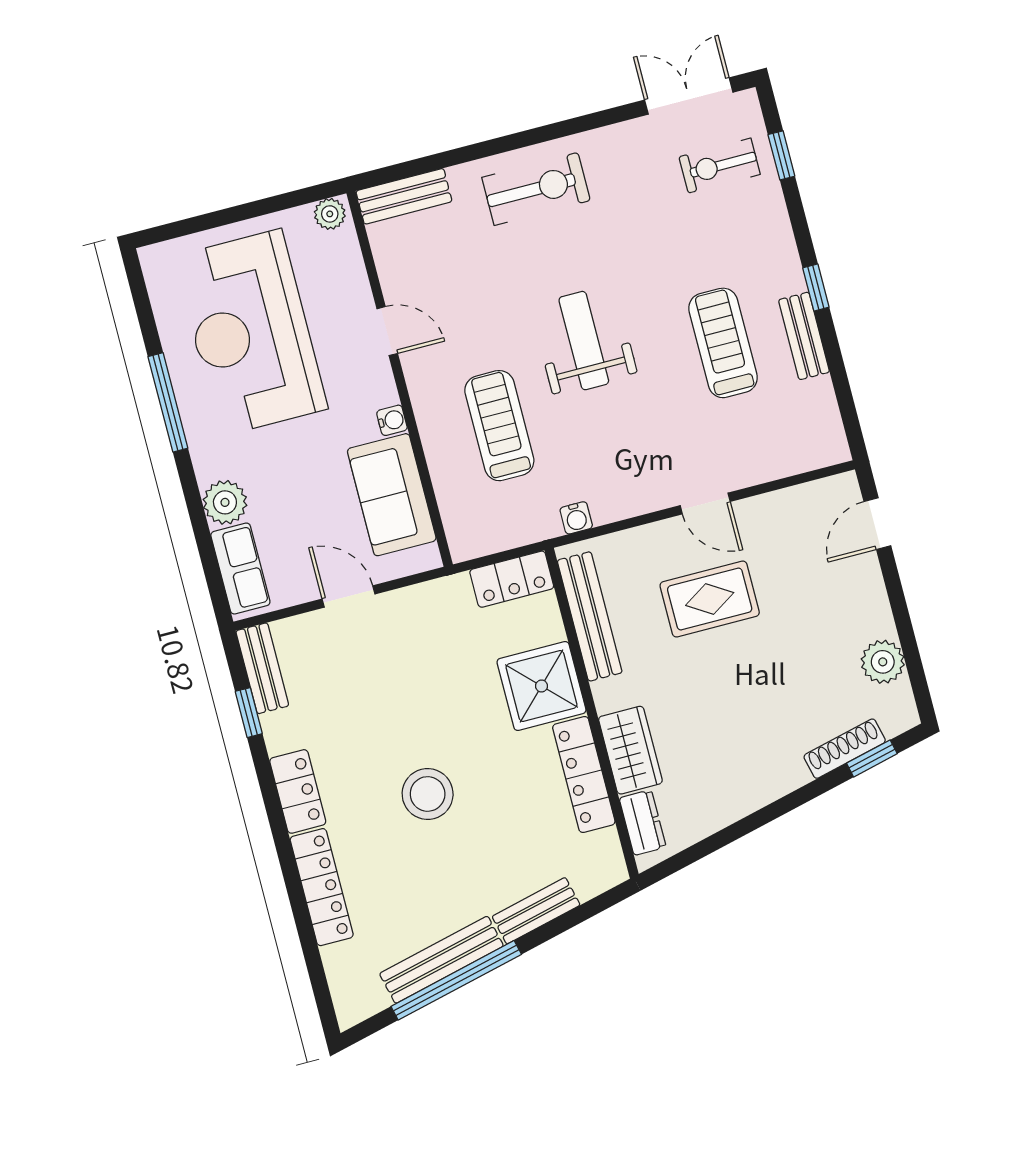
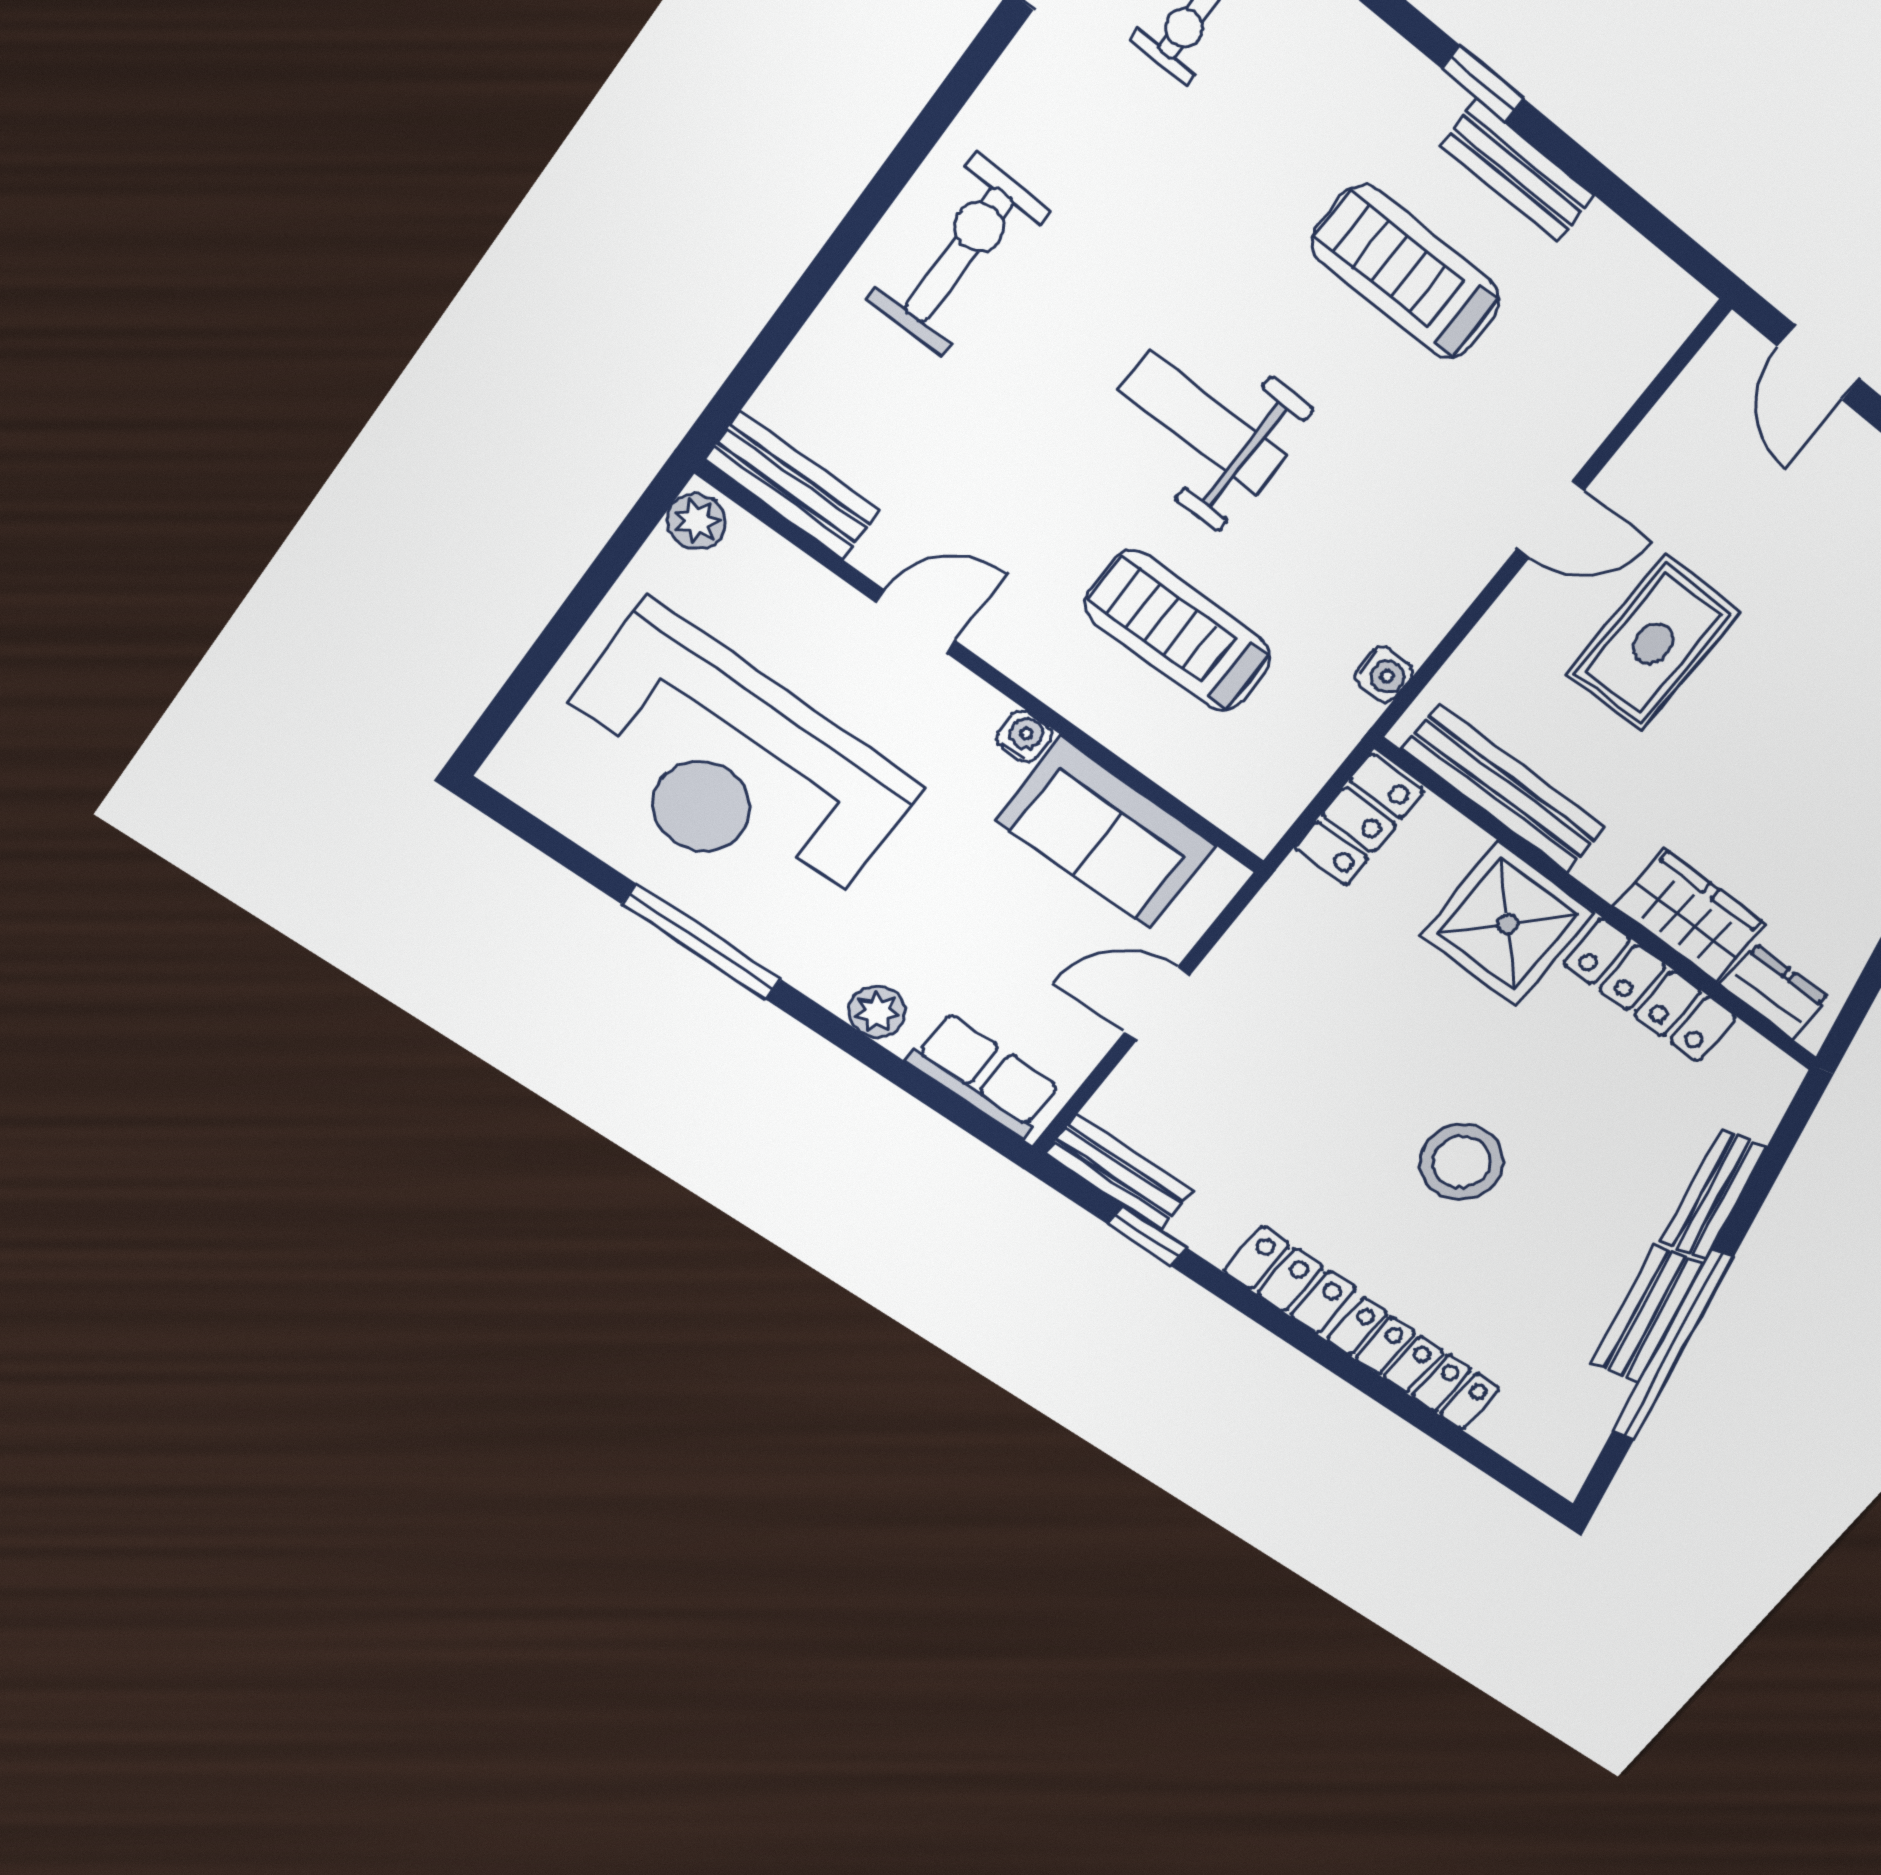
bench: (404, 196) -> (792, 486), moved, turned 90
plant: (225, 502) -> (877, 1012), width x0.73, depth x0.73
bench: (441, 960) -> (1647, 1314), width x0.73

